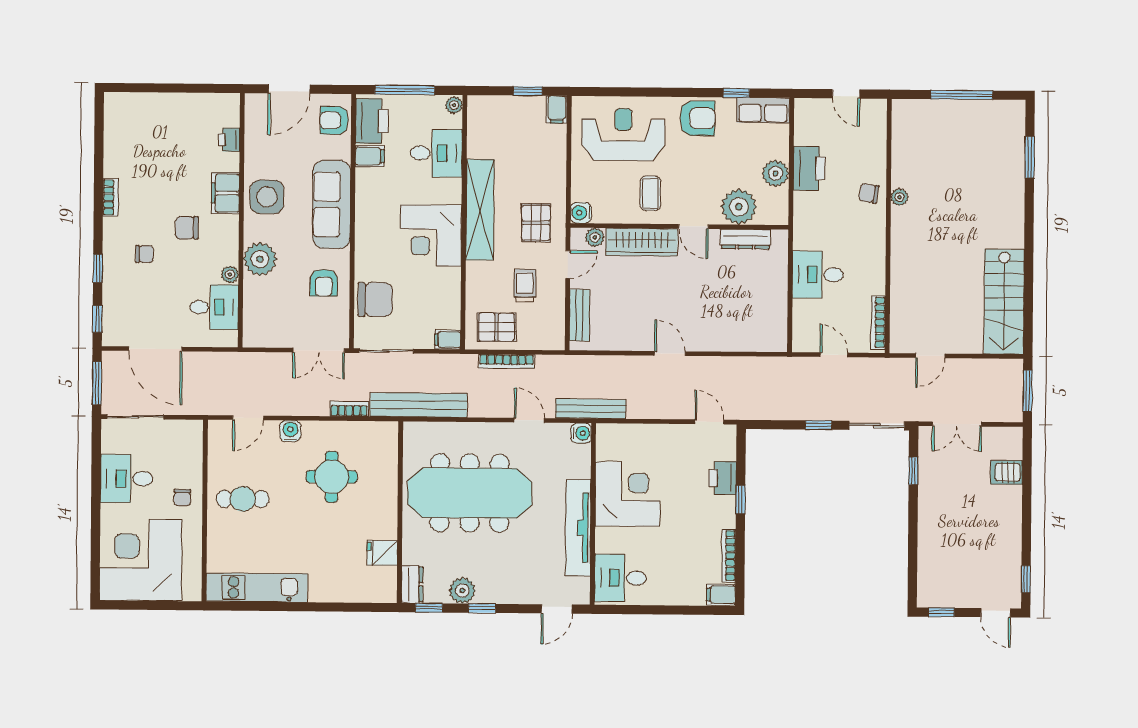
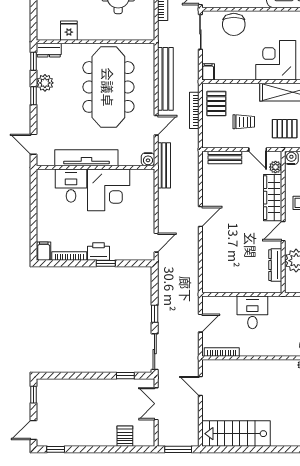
bench: (419, 405) -> (165, 79), moved
printer: (722, 478) -> (99, 251), moved
desk: (620, 578) -> (71, 186), moved

